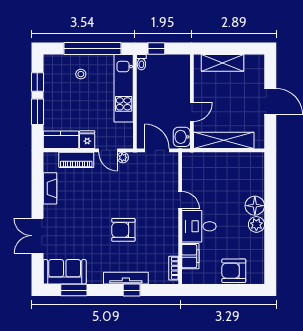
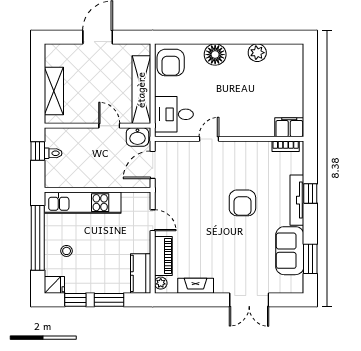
window: (156, 48) -> (38, 151), moved
toilet: (141, 62) -> (53, 153), moved
fridge: (87, 140) -> (54, 285), moved, turned 180
door: (108, 150) -> (153, 220), hinge flipped
plant: (123, 157) -> (161, 283), moved
plant: (256, 224) -> (257, 53), moved
desk: (199, 226) -> (174, 114), moved, turned 90
filing cabinet: (190, 256) -> (289, 127), moved
armchair: (234, 271) -> (171, 63), moved
sofa: (65, 272) -> (290, 251), moved

